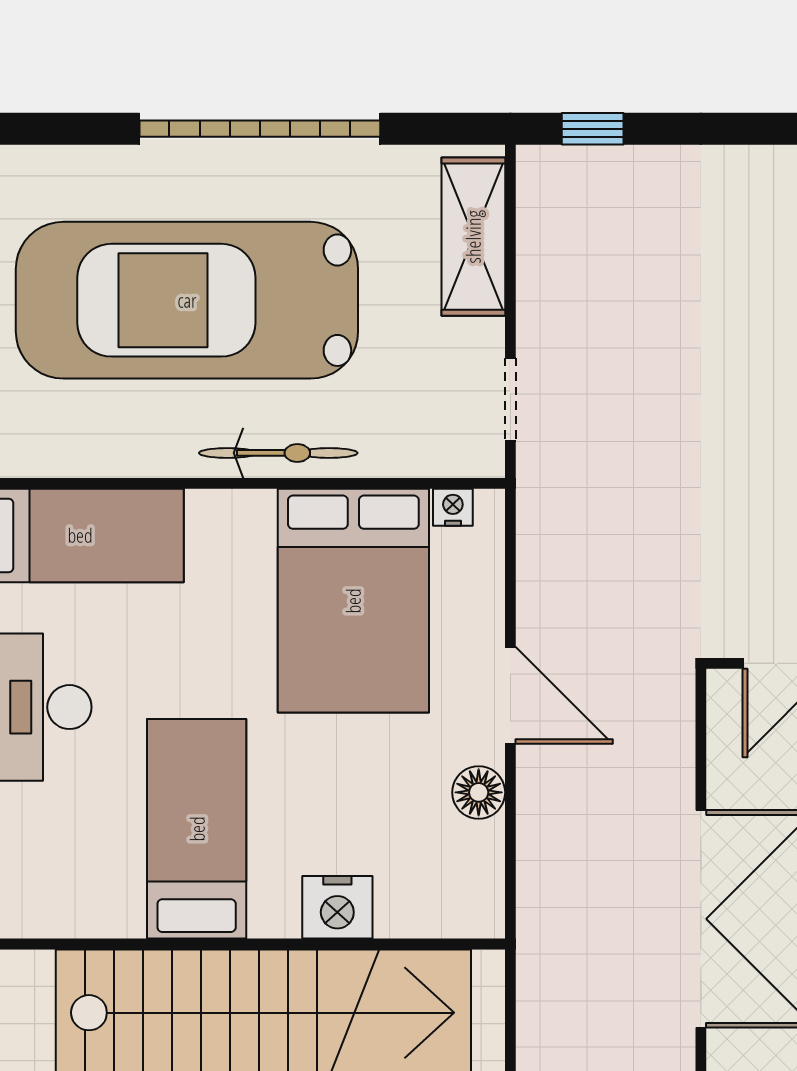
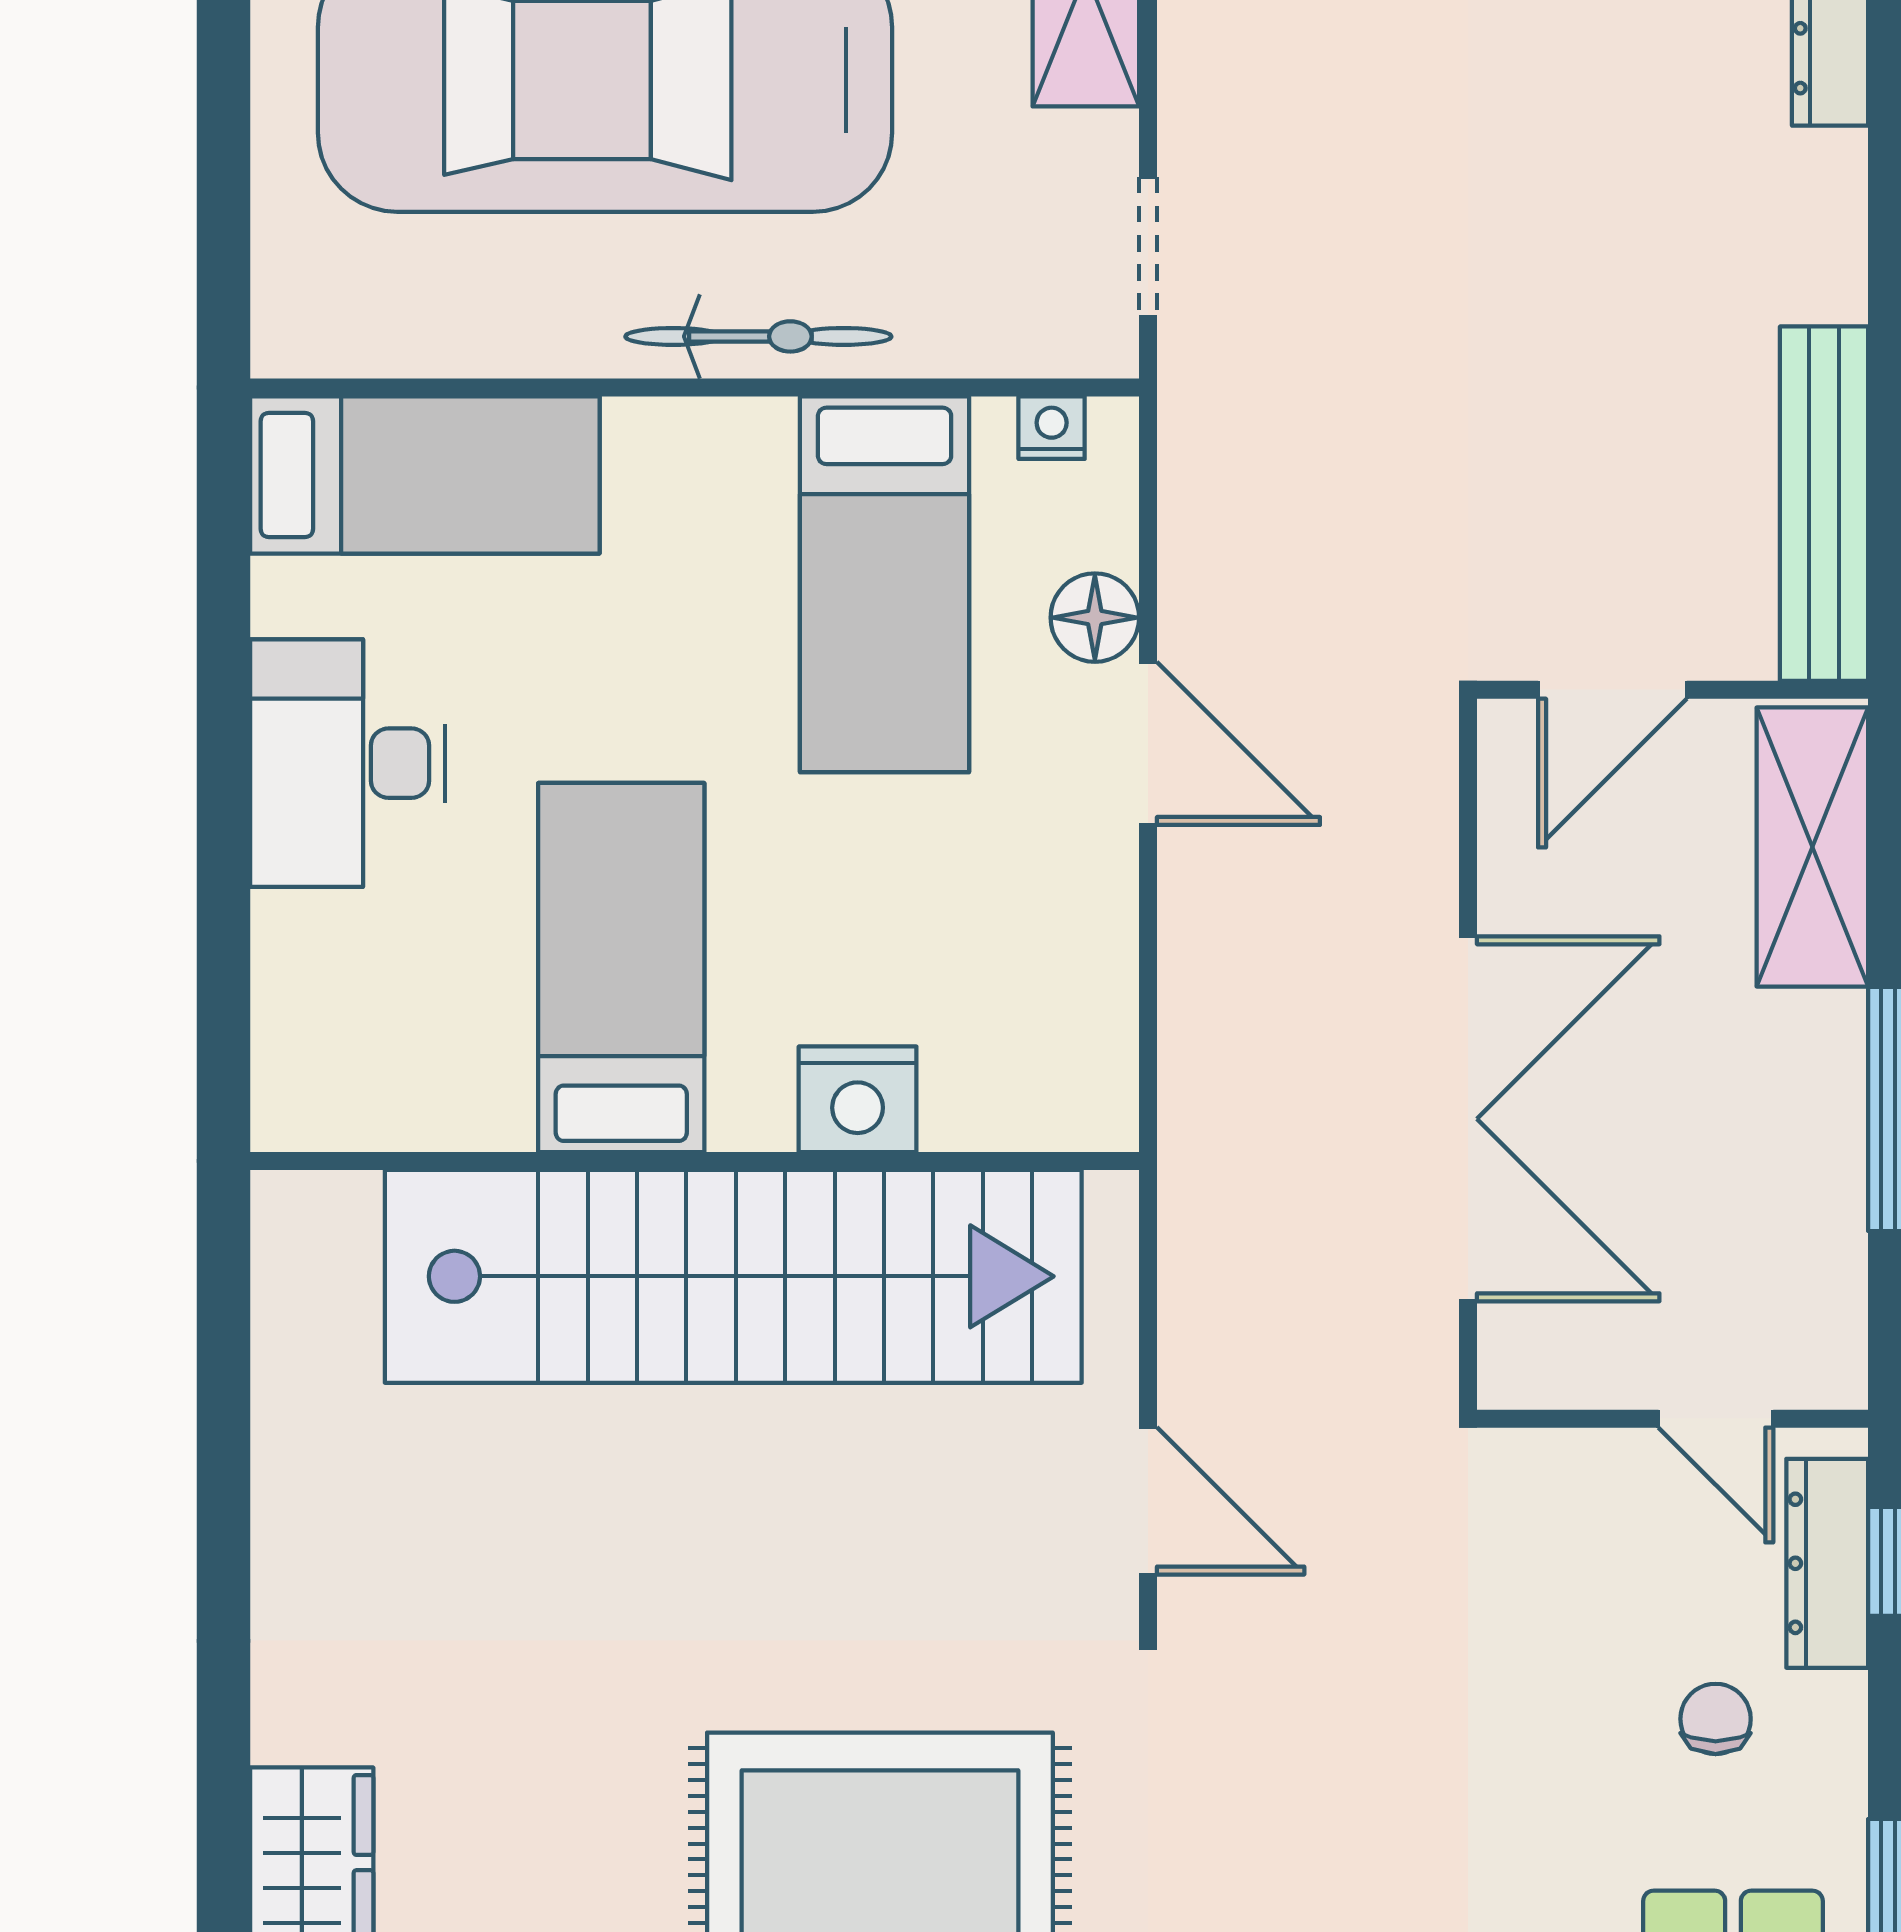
bed: (353, 601) -> (885, 584), width x0.67
floor lamp: (479, 792) -> (1095, 618), moved

